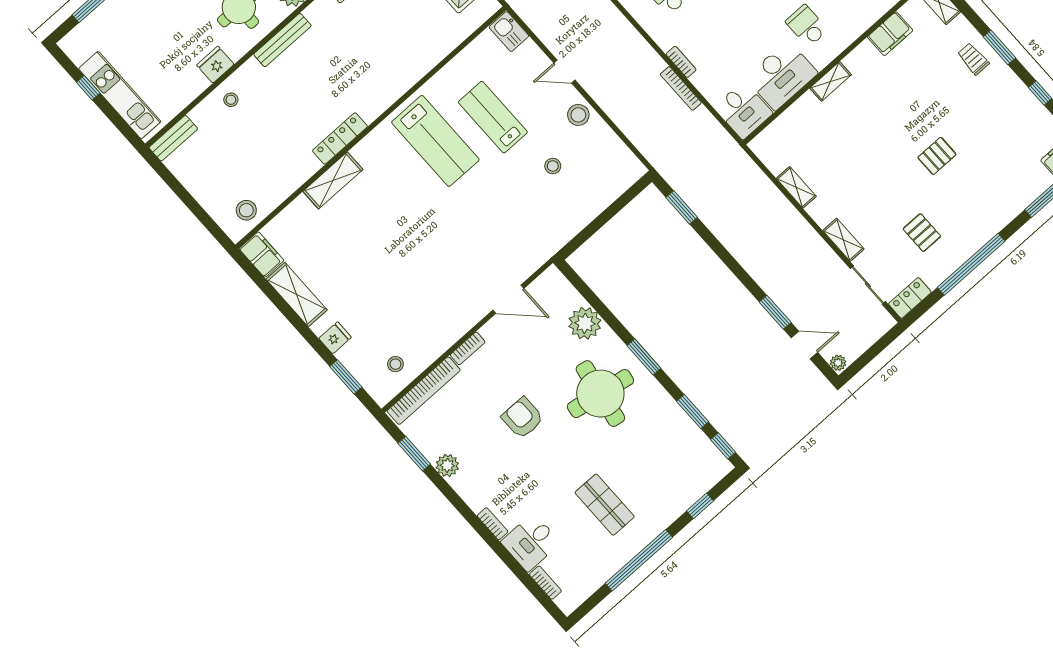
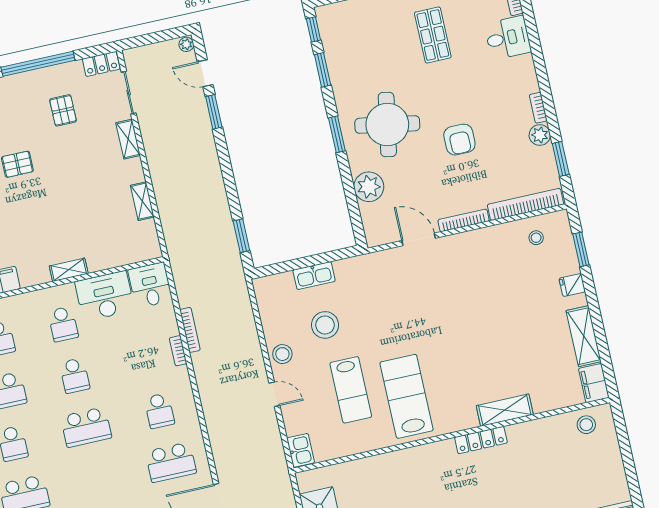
stool: (553, 166) -> (325, 325), width x1.89, depth x1.89
kitchen sink: (590, 208) -> (314, 276), added
bookcase: (468, 348) -> (464, 220), width x1.56
bookcase: (493, 524) -> (538, 108), moved

